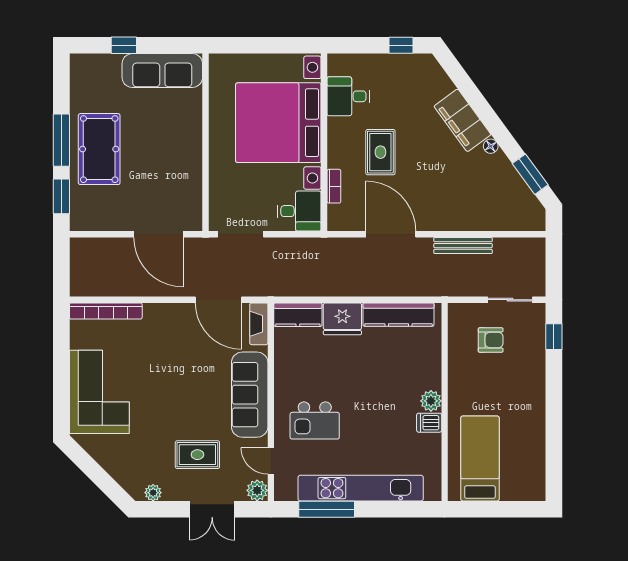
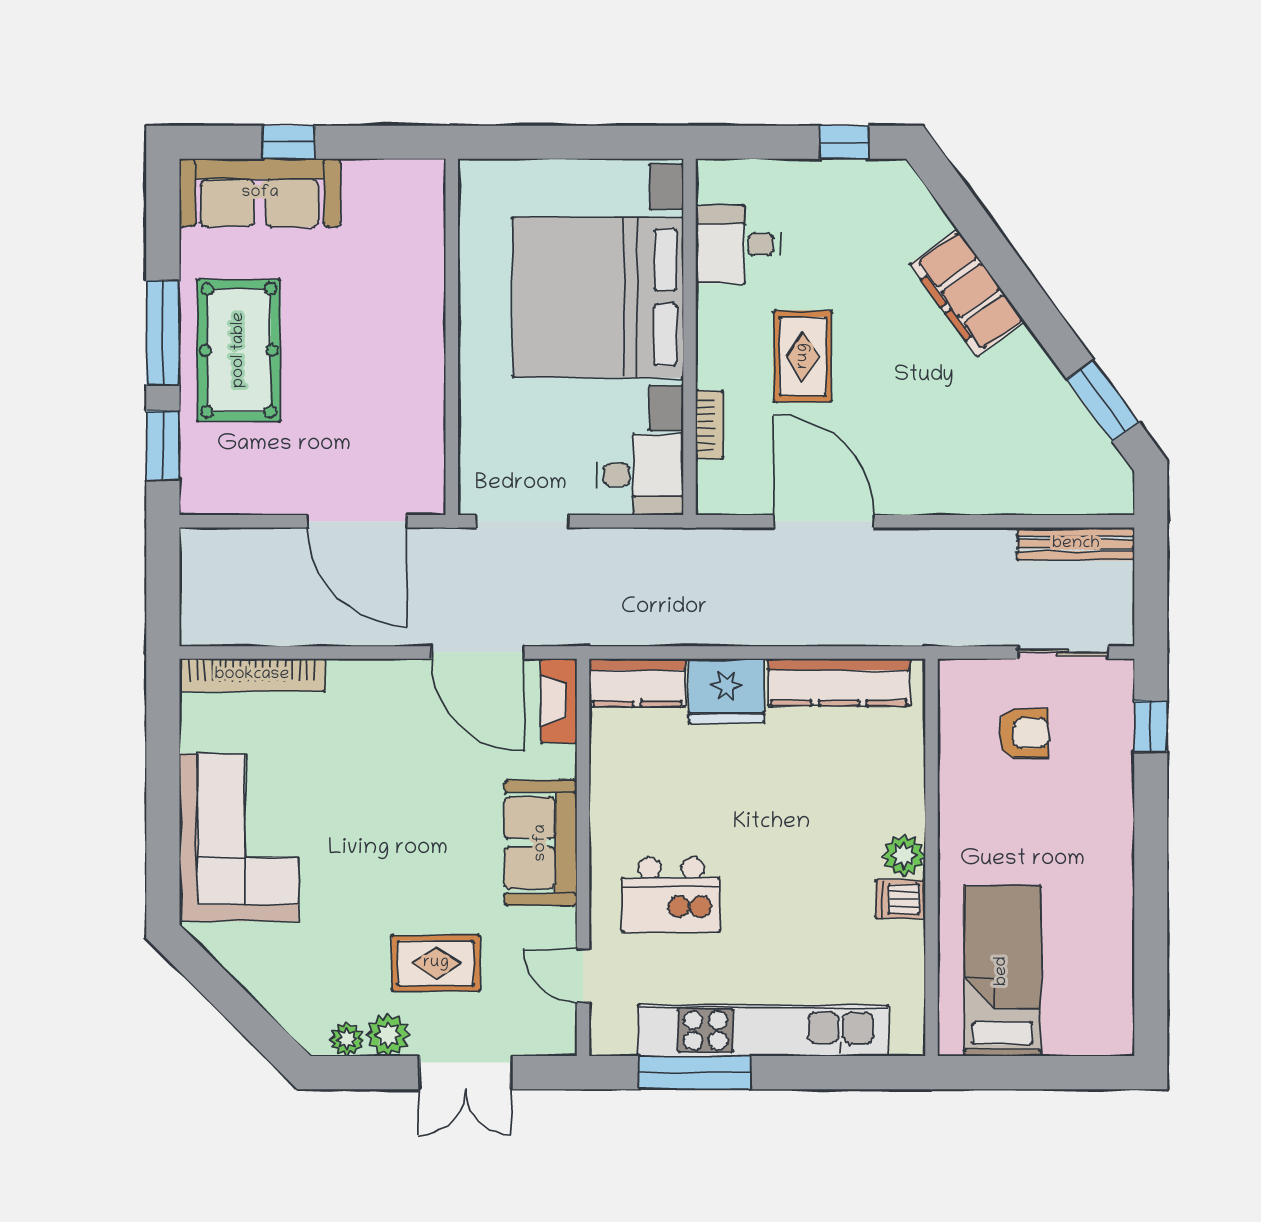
sofa: (162, 70) -> (260, 193), moved
floor lamp: (491, 146) -> (1024, 345), removed
bench: (463, 246) -> (1076, 544), moved
sofa: (250, 395) -> (541, 843), width x0.73
plant: (257, 490) -> (388, 1035), moved

